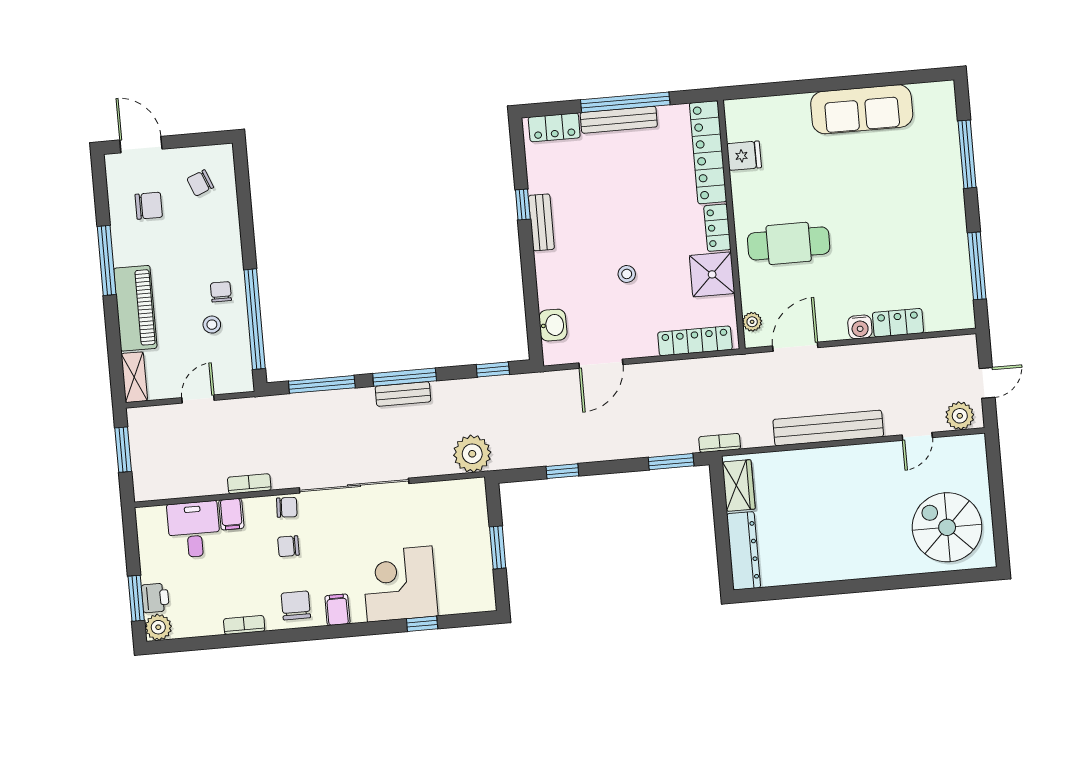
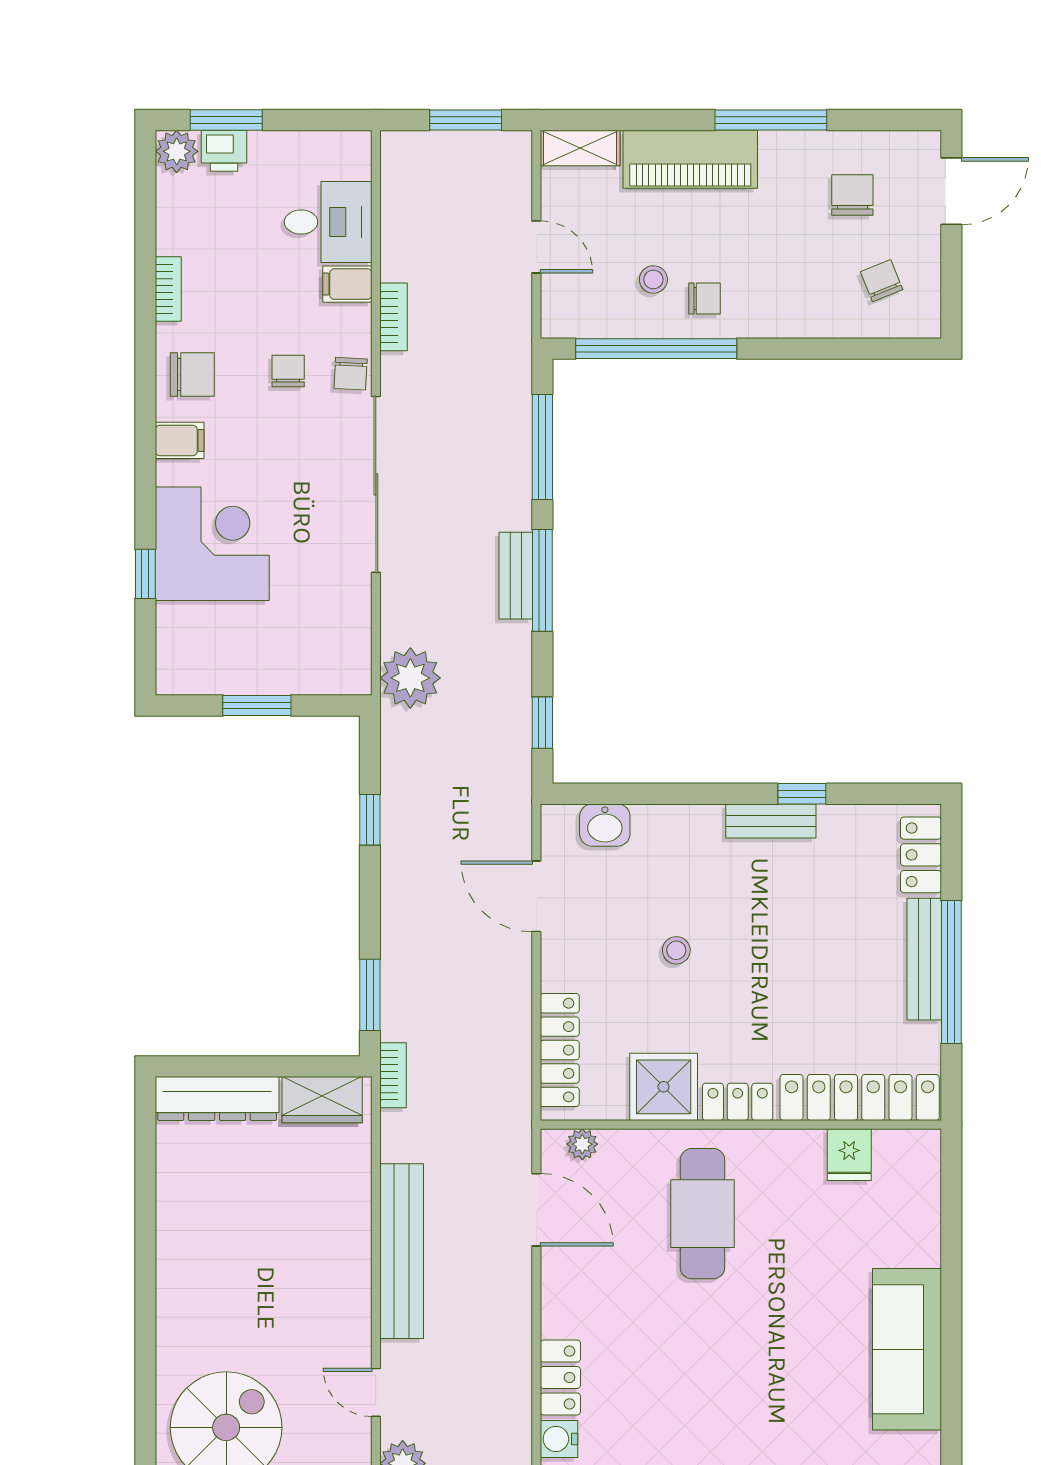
chair: (149, 206) -> (852, 195), turned 180
water cooler: (860, 327) -> (559, 1439), moved

